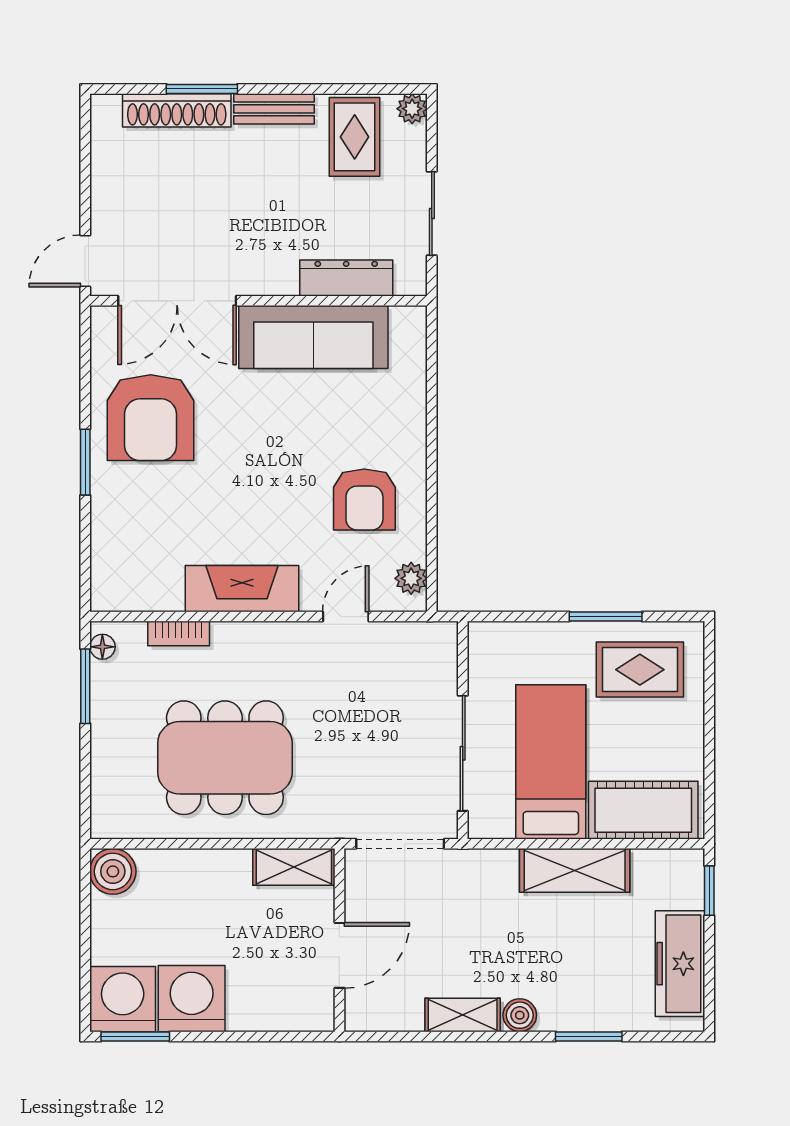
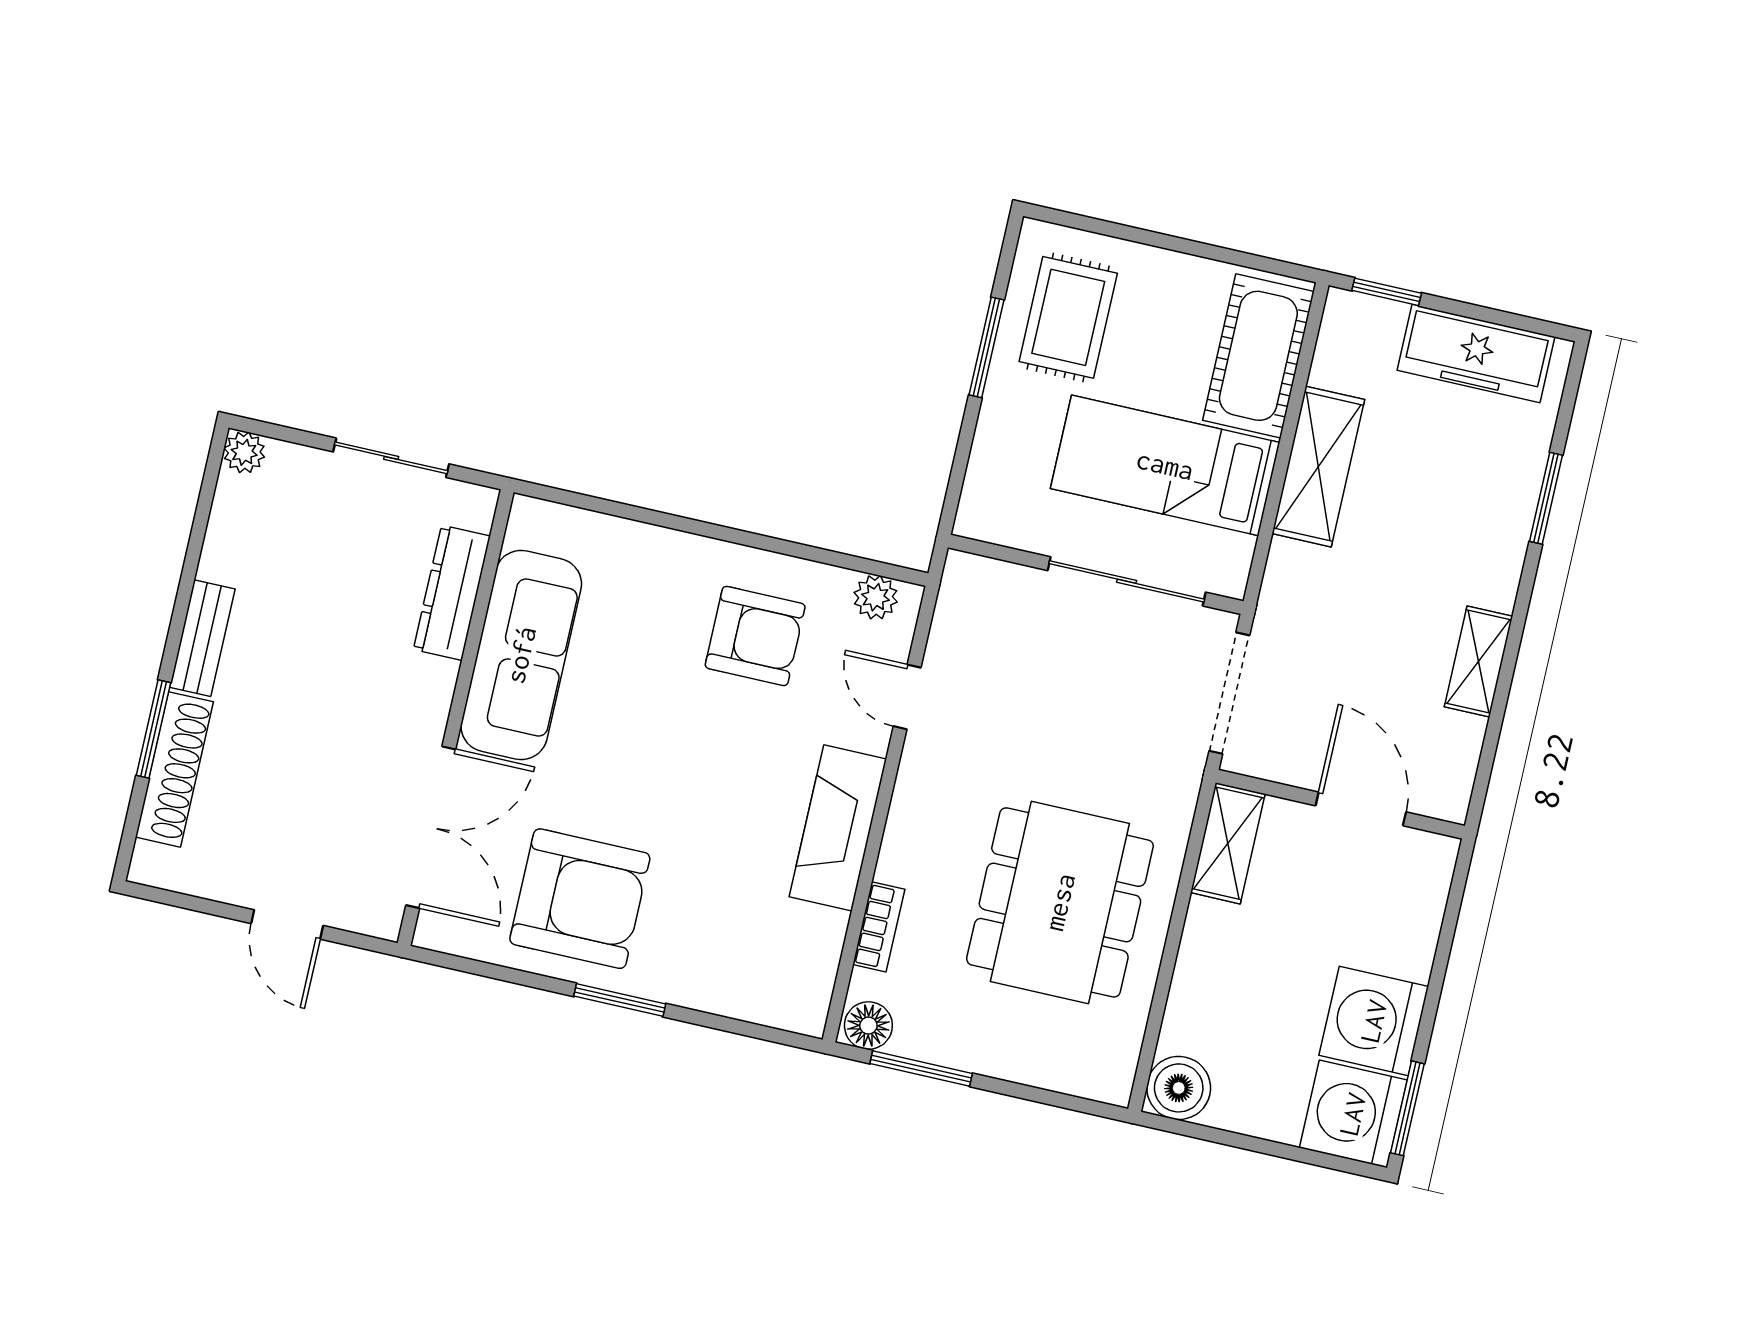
rug: (355, 137) -> (264, 538), removed
door: (85, 261) -> (287, 924), moved
floor lamp: (102, 647) -> (868, 1026), width x1.37, depth x1.37
boiler: (520, 1015) -> (1496, 585), removed

